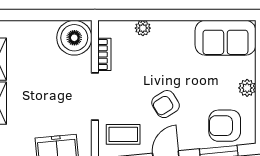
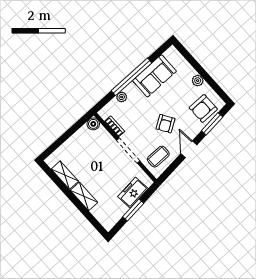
window: (175, 15) -> (132, 77), added
boiler: (74, 38) -> (93, 124), width x0.54, depth x0.54
sofa: (225, 38) -> (154, 76), moved

